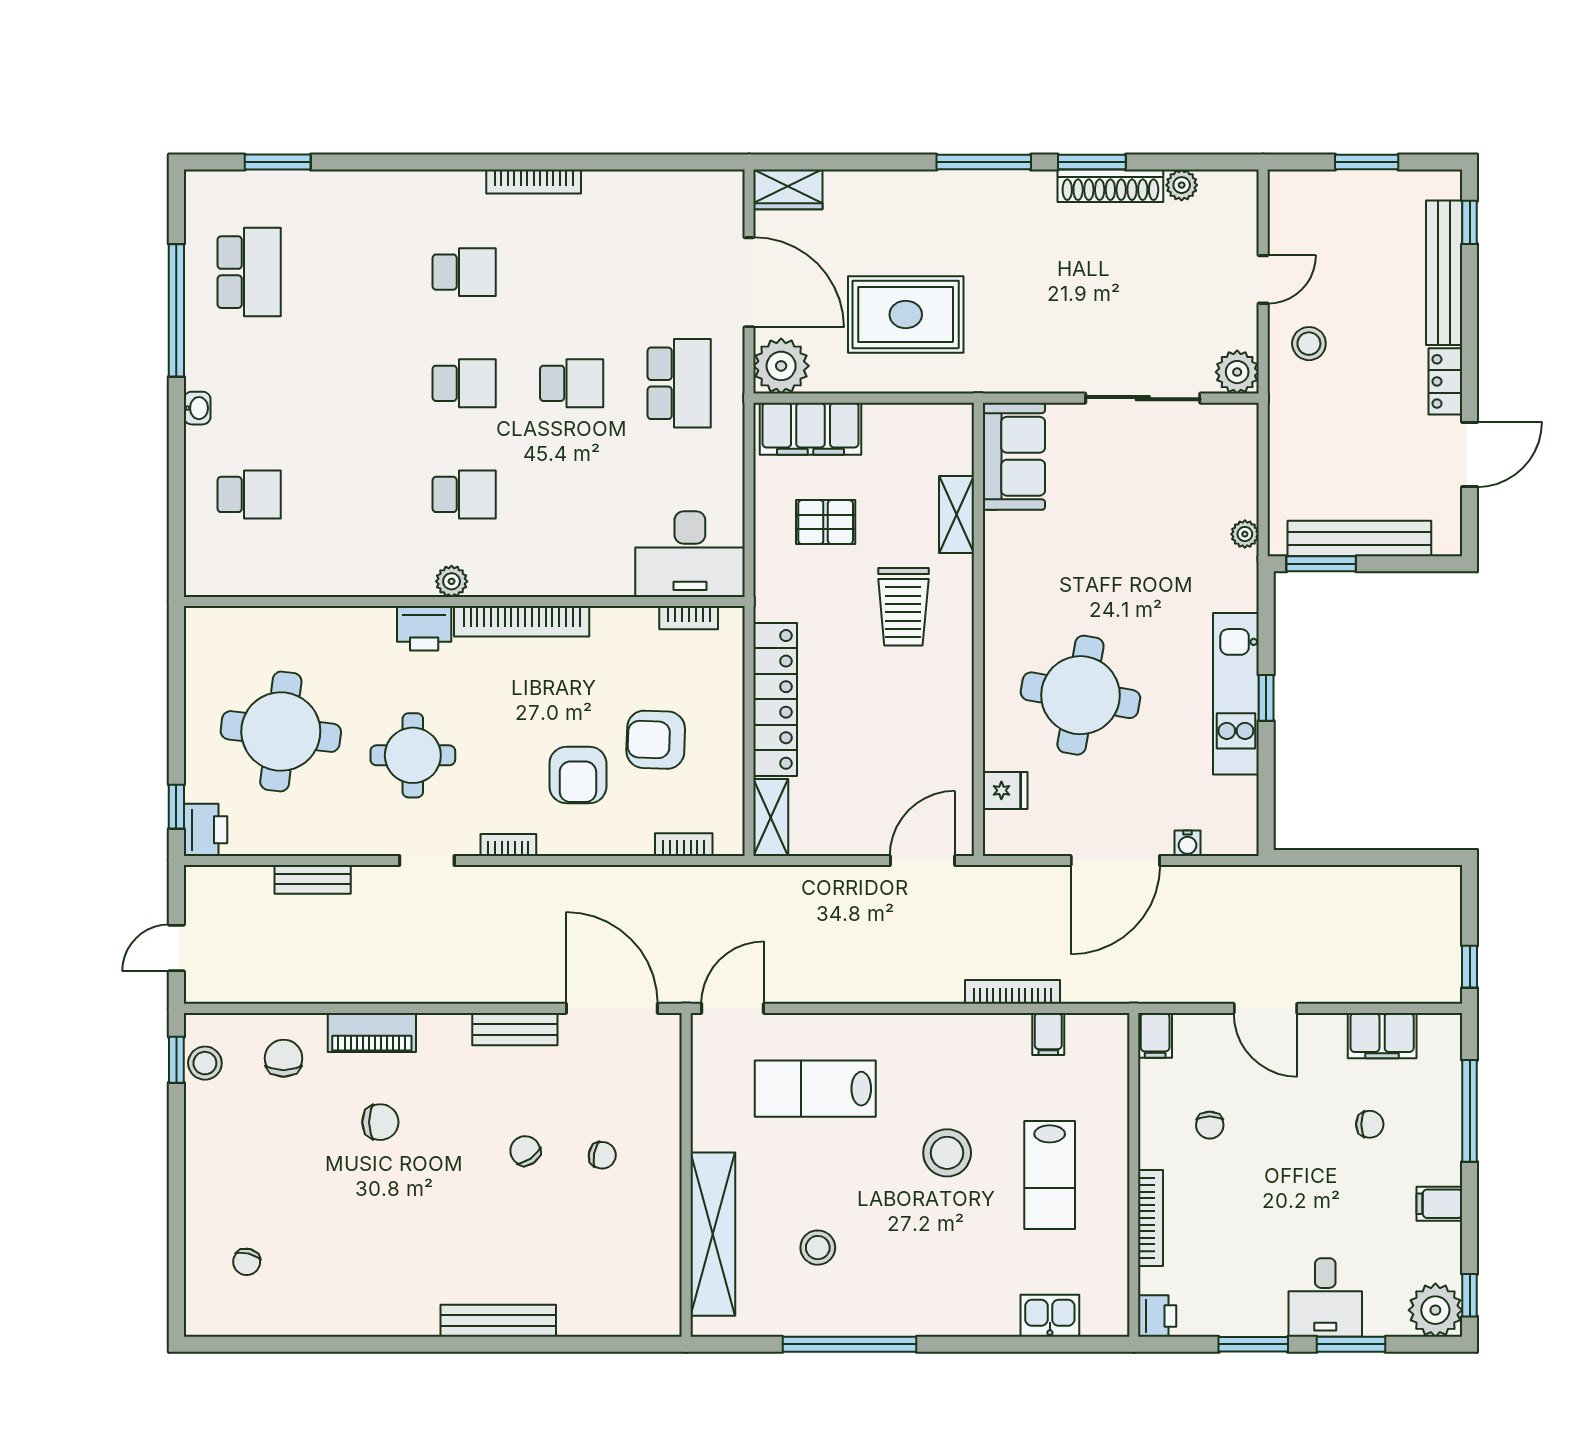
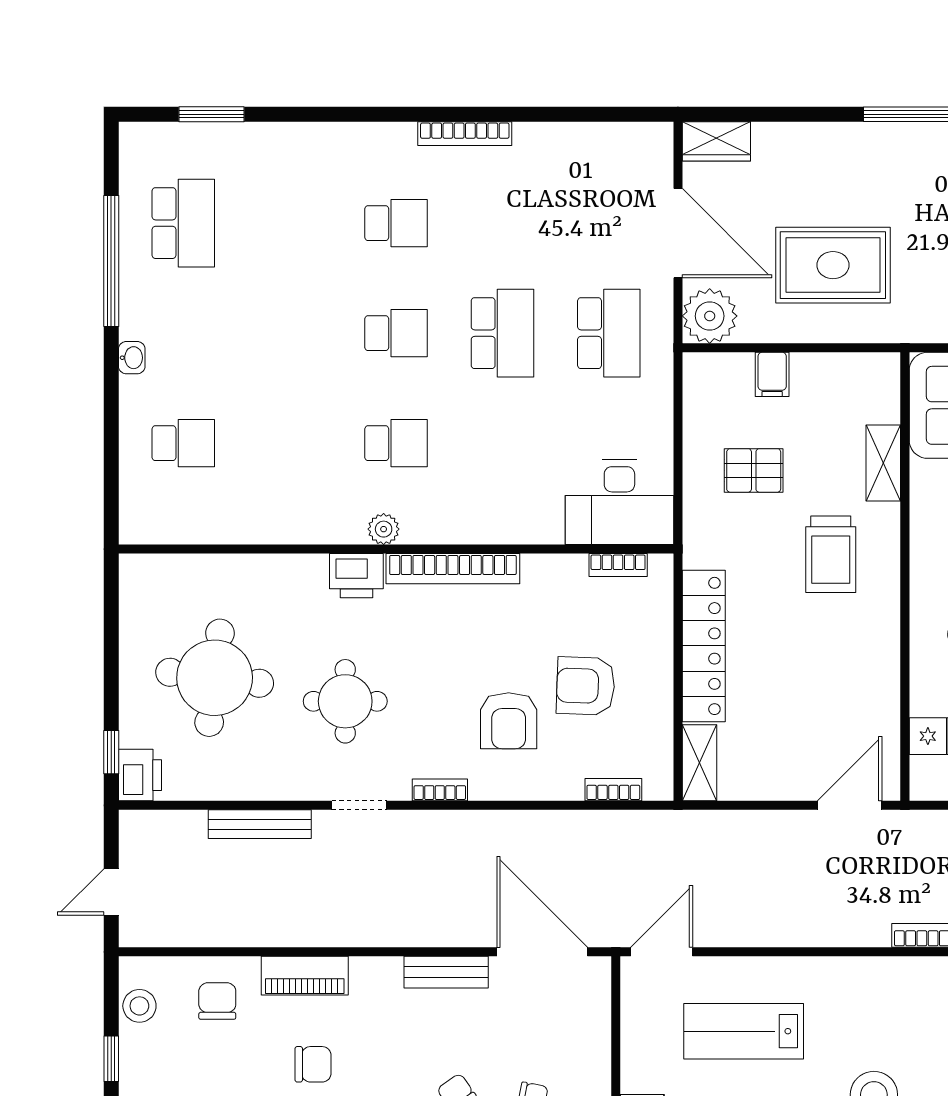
school desk: (572, 383) -> (502, 333), width x1.85
filing cabinet: (811, 429) -> (772, 374), width x0.33, depth x0.86
bench: (313, 879) -> (260, 824), width x1.36
window: (176, 1060) -> (111, 1059), moved

